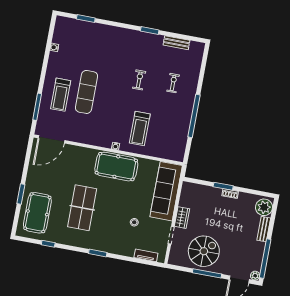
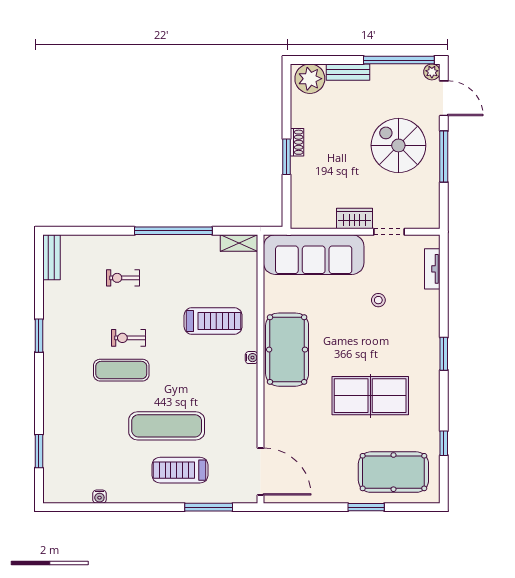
bench: (176, 43) -> (51, 257), moved
exercise mat: (122, 73) -> (121, 370), added
treadmill: (61, 95) -> (180, 470), turned 180
shelving: (180, 151) -> (239, 243), added
spiral stairs: (204, 251) -> (398, 145), moved

